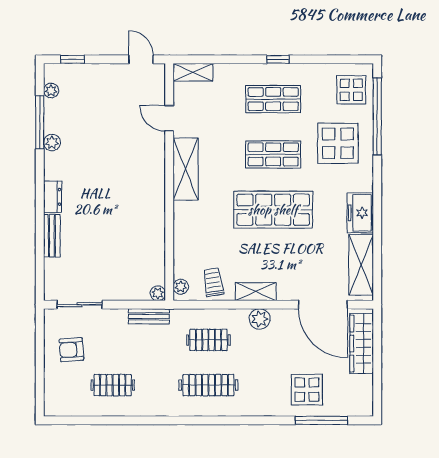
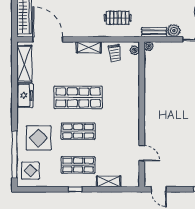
shelving: (193, 72) -> (109, 181), moved
shelving: (186, 169) -> (132, 122), removed
plant: (260, 319) -> (174, 31), moved

